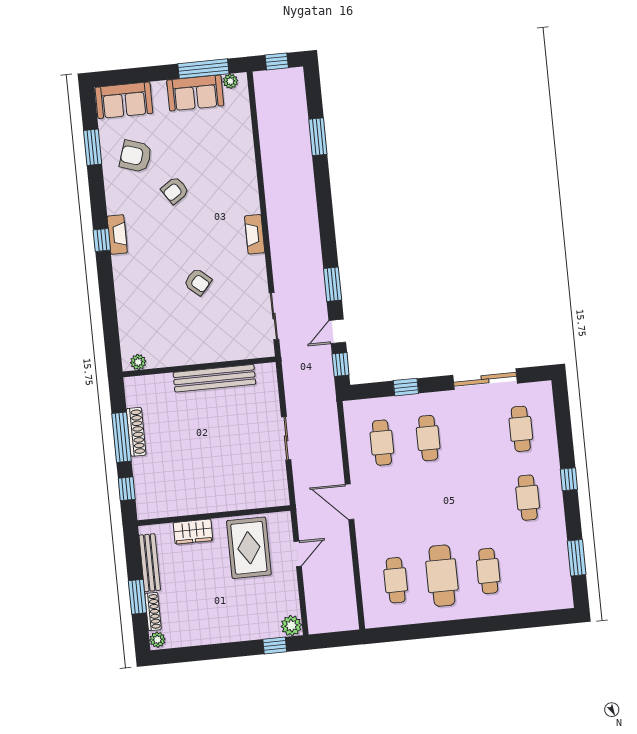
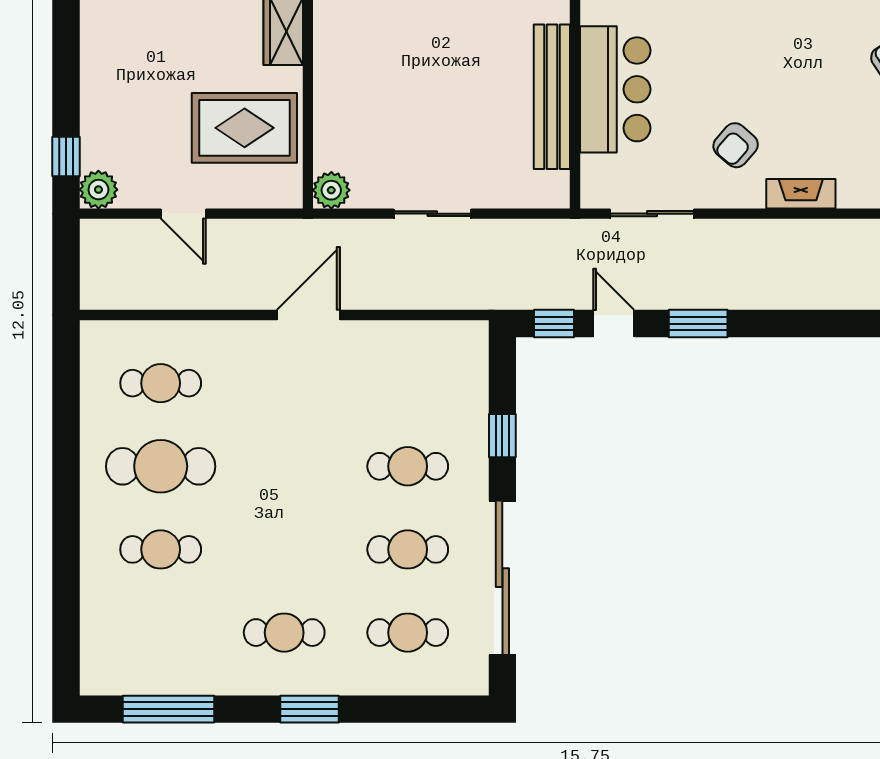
armchair: (198, 282) -> (736, 145), moved
bar counter: (207, 343) -> (615, 89), added
sliding door: (485, 379) -> (502, 578), width x1.36
cafe table: (382, 443) -> (408, 549), moved
window: (569, 479) -> (309, 709), width x1.50
plant: (279, 496) -> (331, 190), added
door: (298, 554) -> (183, 214), moved
window: (577, 558) -> (168, 709), width x1.44

